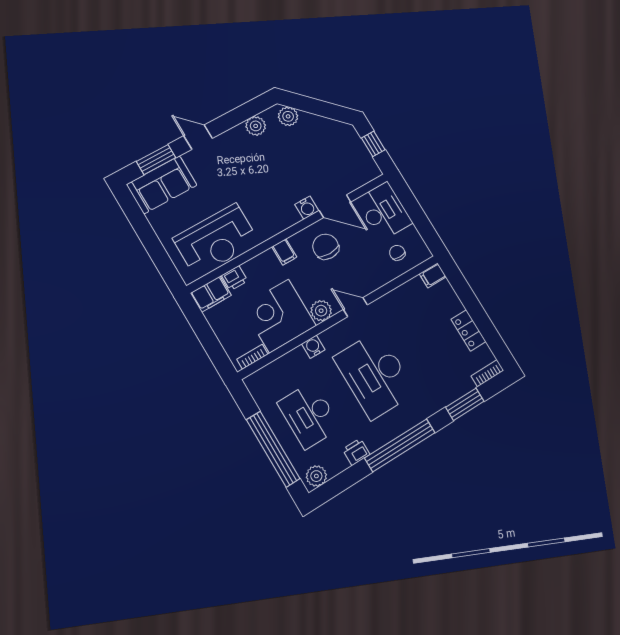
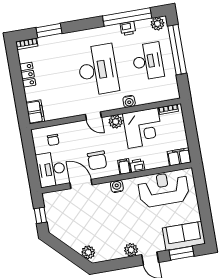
plant: (256, 126) -> (131, 250), moved
water cooler: (307, 208) -> (117, 186), moved
filing cabinet: (433, 275) -> (35, 112), width x2.00
printer: (235, 278) -> (137, 166), moved
window: (400, 445) -> (127, 17), moved

